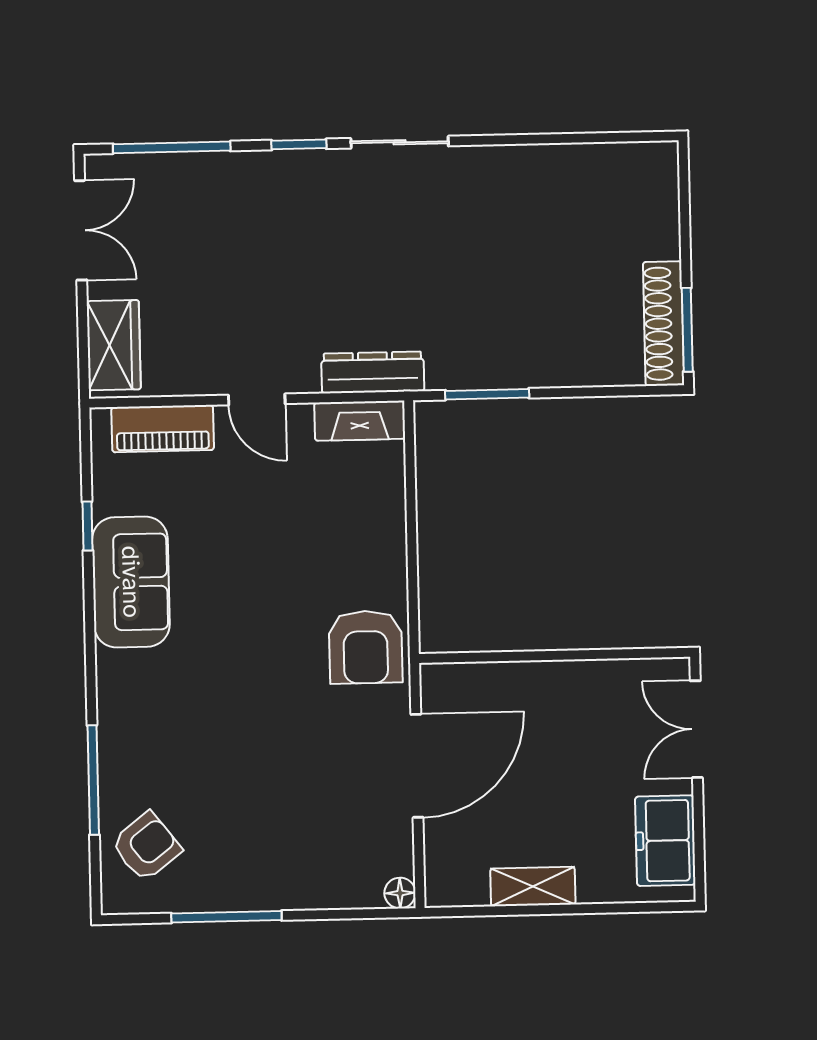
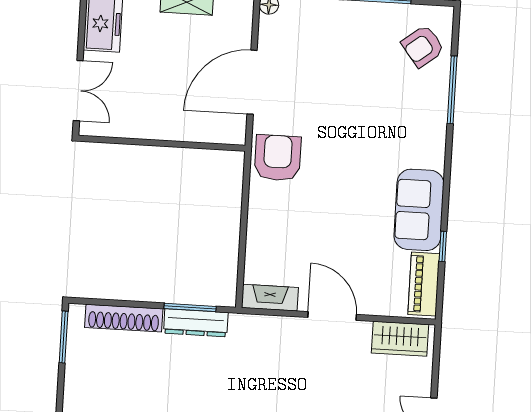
shoe rack: (664, 324) -> (124, 318), moved, turned 90
wardrobe: (114, 345) -> (400, 339), moved, turned -90
dresser: (373, 372) -> (196, 323), moved
door: (257, 399) -> (332, 316), width x1.38
piano: (163, 429) -> (424, 284), moved, turned -90

